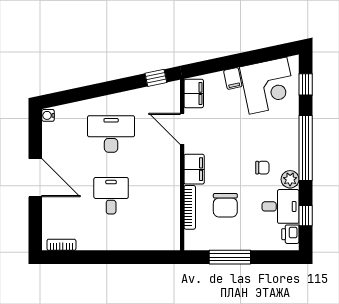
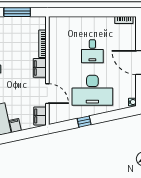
window: (156, 78) -> (84, 122), moved
desk: (111, 134) -> (92, 90), width x1.36, depth x1.30
chair: (225, 205) -> (20, 45), removed

